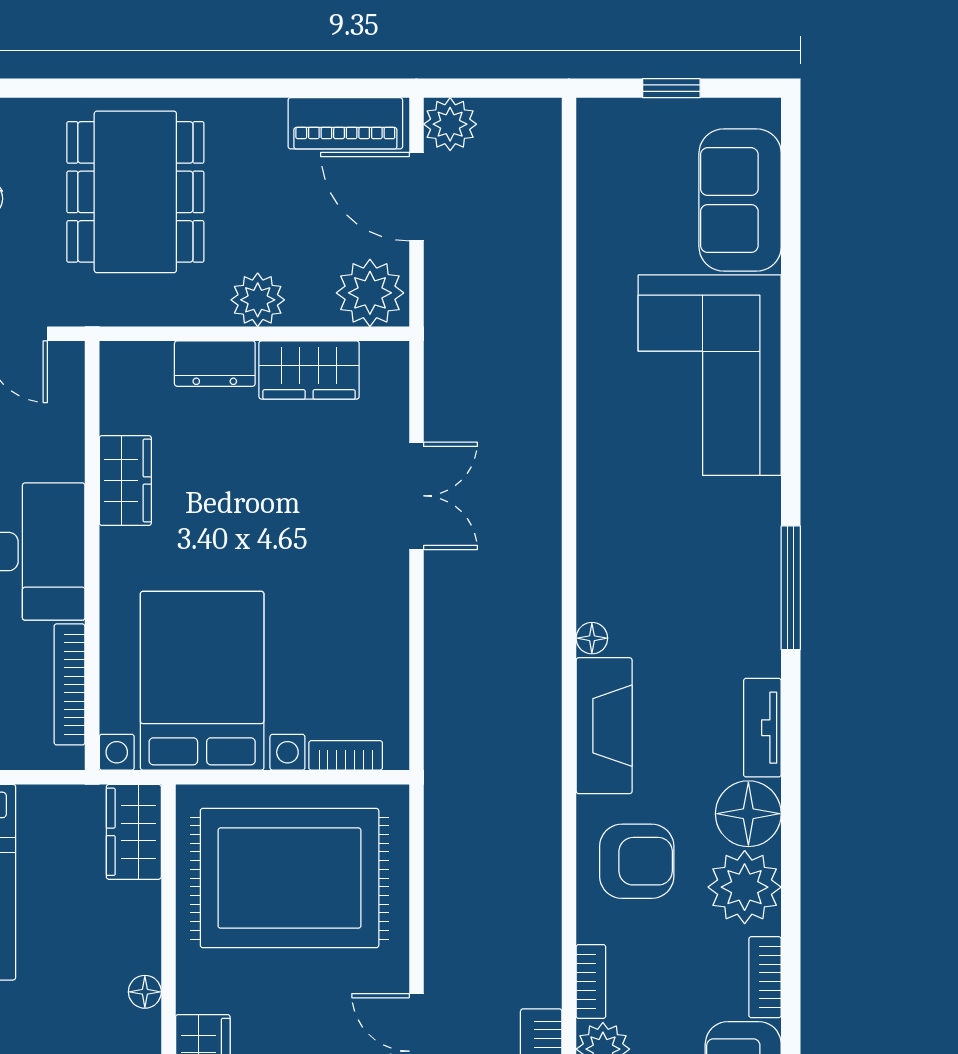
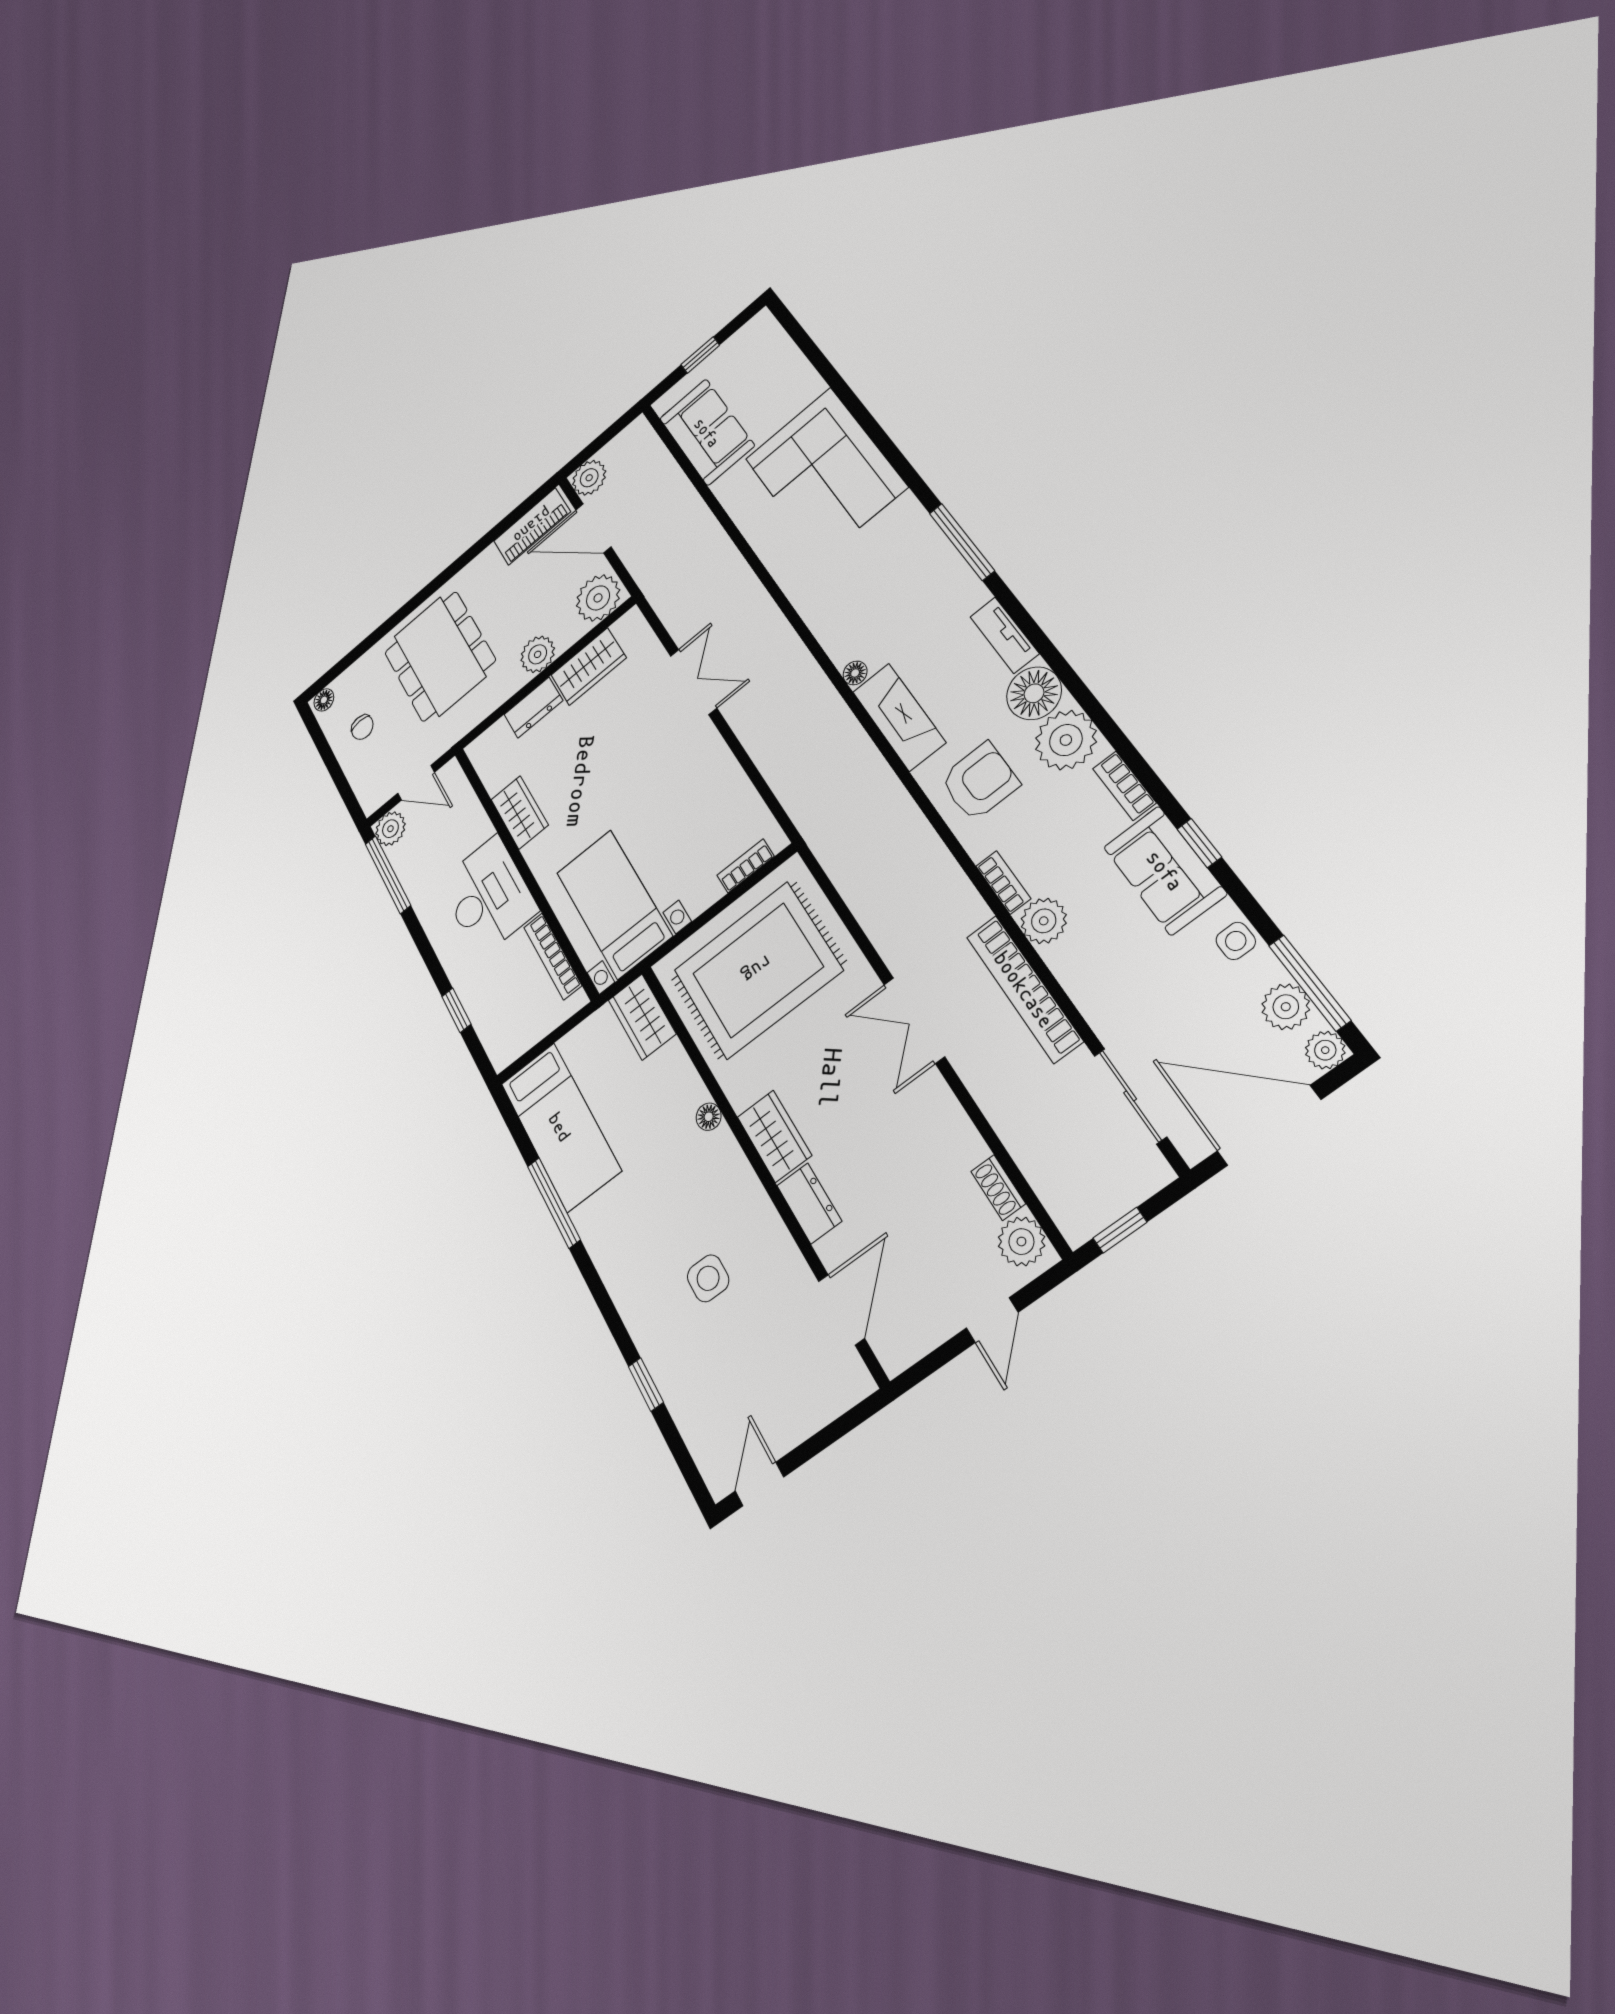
sofa: (740, 200) -> (707, 432), moved, turned 180
bed with nightstands: (202, 681) -> (614, 904), width x0.73

